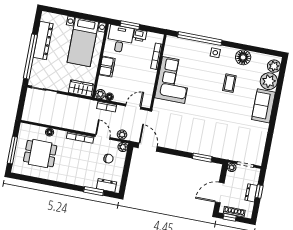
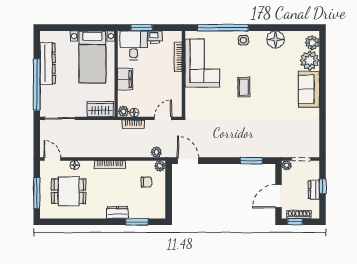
corner sofa: (173, 80) -> (202, 63), moved
coffee table: (229, 83) -> (244, 87), moved
door: (103, 137) -> (52, 159), moved
dresser: (106, 185) -> (117, 213), moved

